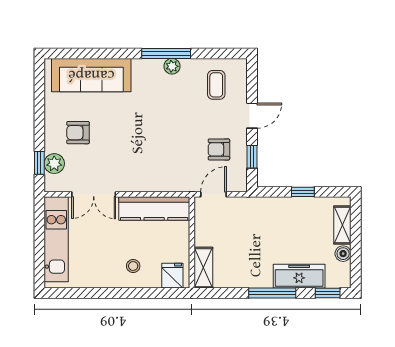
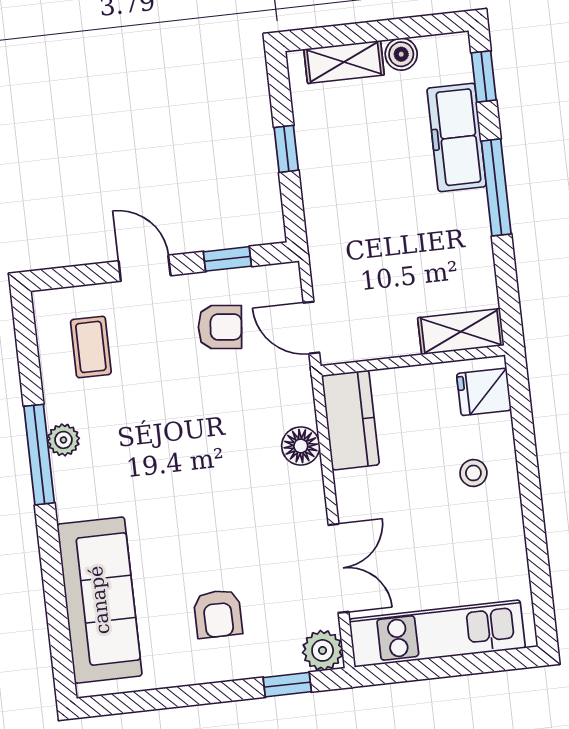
coffee table: (216, 85) -> (91, 347), turned 90
armchair: (219, 149) -> (220, 327), turned -84
plant: (54, 164) -> (323, 650), moved
floor lamp: (156, 183) -> (301, 446), added
kitchen counter: (154, 208) -> (350, 420), width x0.67

